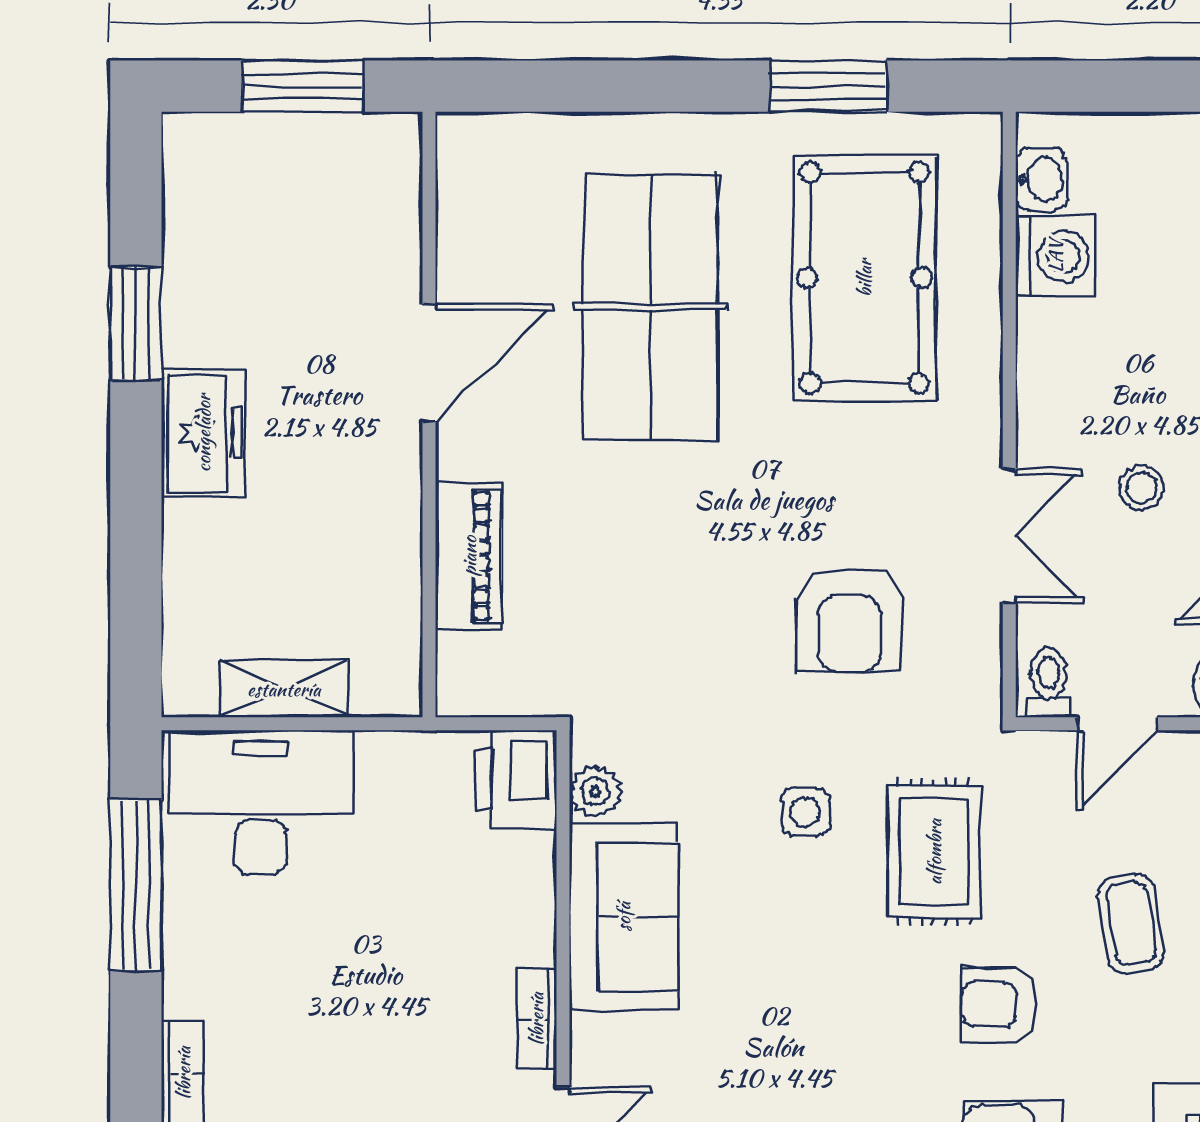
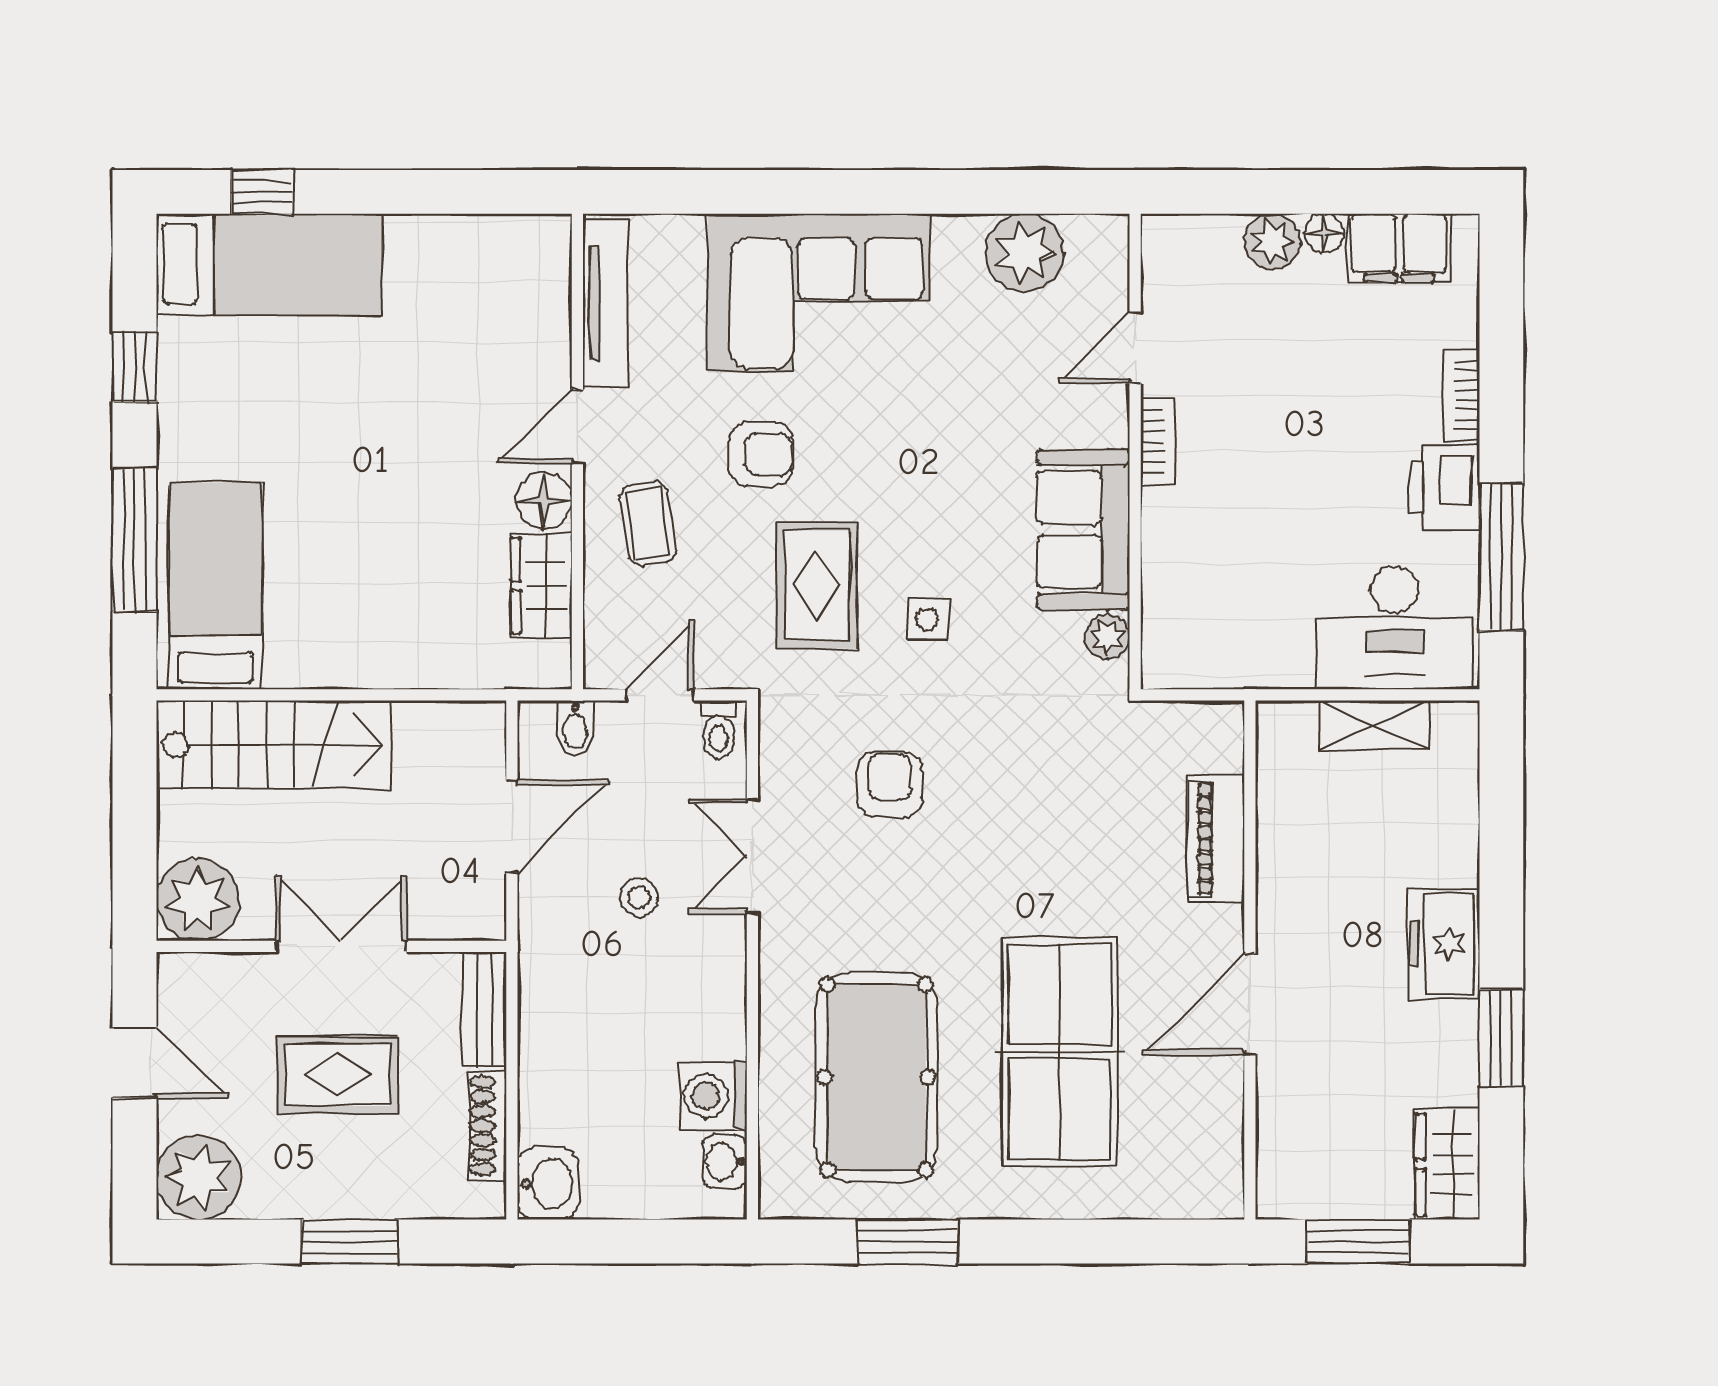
wardrobe: (199, 176) -> (1447, 1164), added
armchair: (849, 619) -> (889, 785), width x0.72, depth x0.72
printer: (516, 780) -> (1444, 487), moved, turned 180

